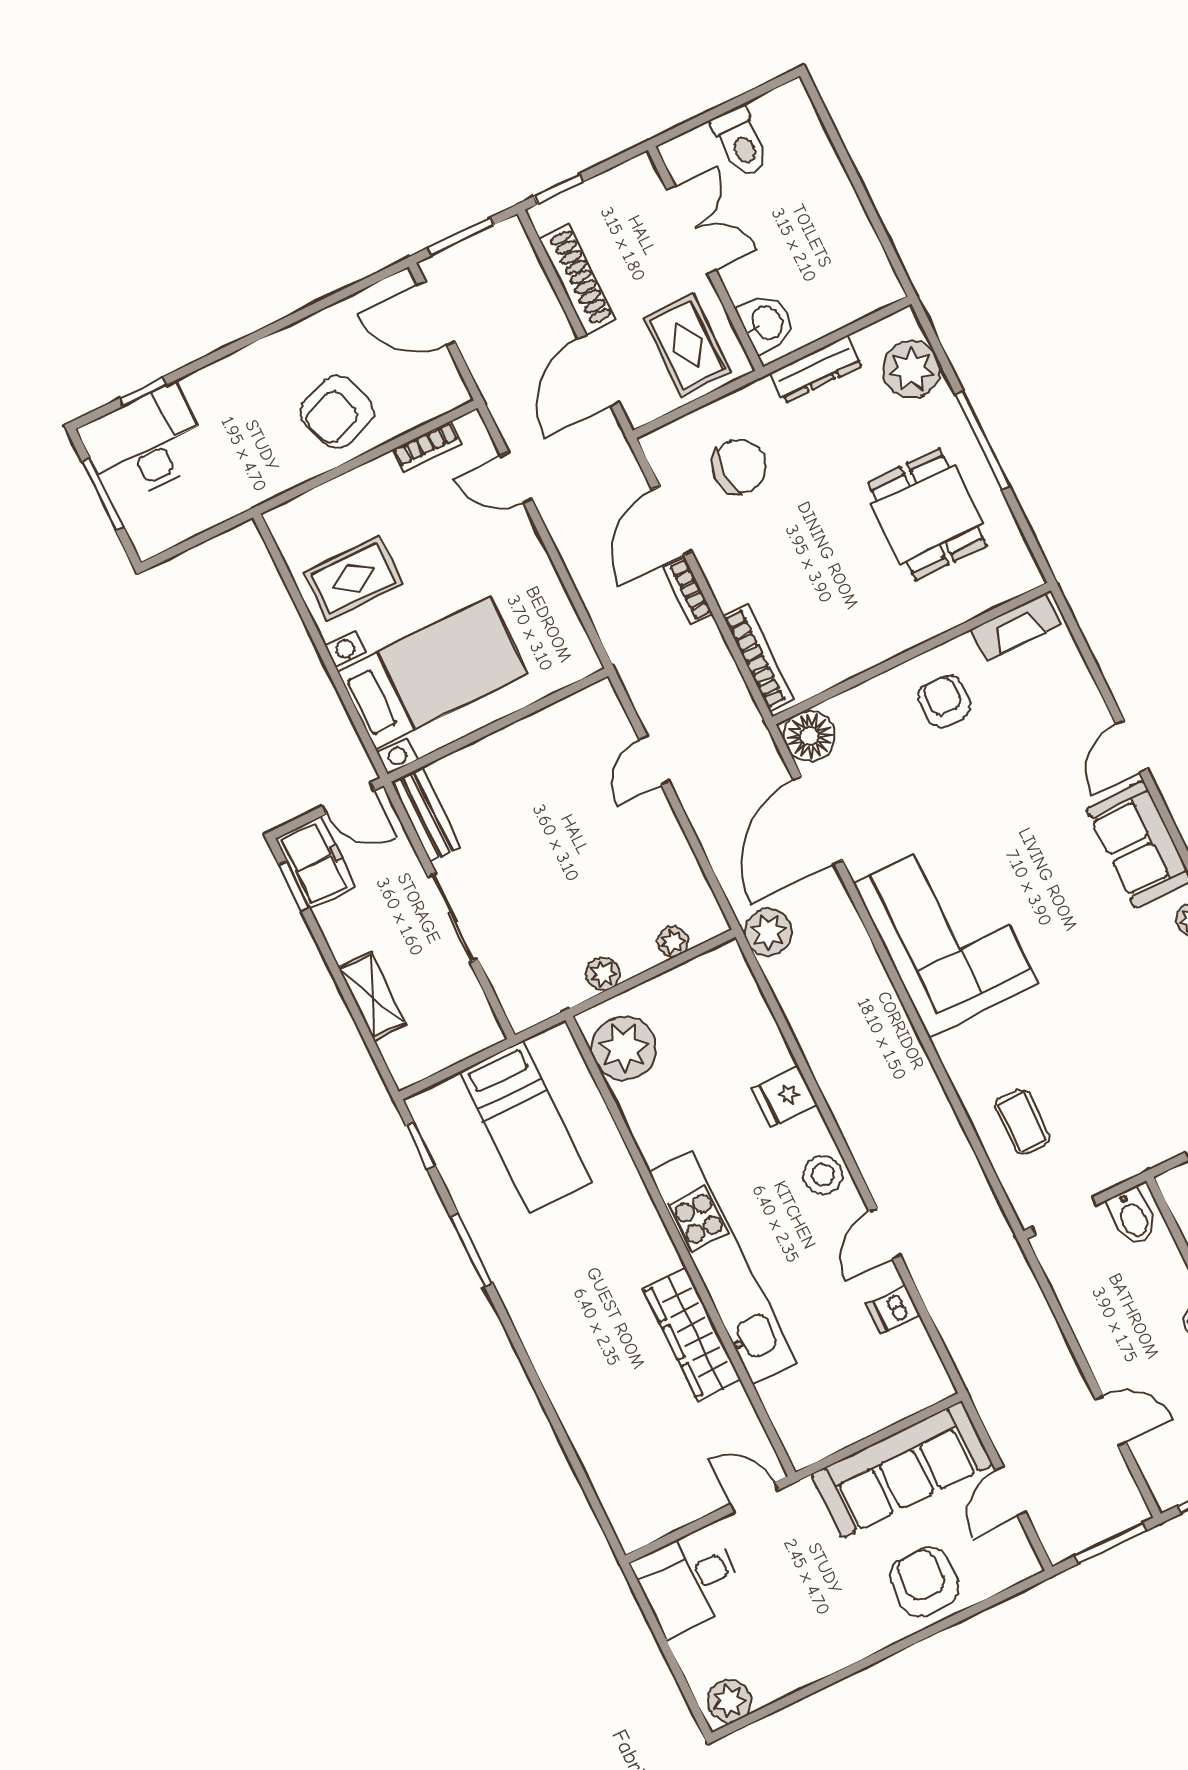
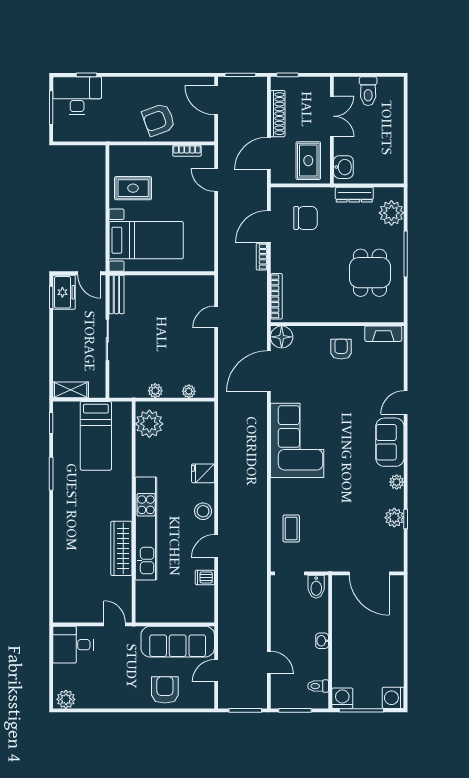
plant: (768, 932) -> (228, 406), removed
shelving: (372, 996) -> (71, 390), moved, turned 90

